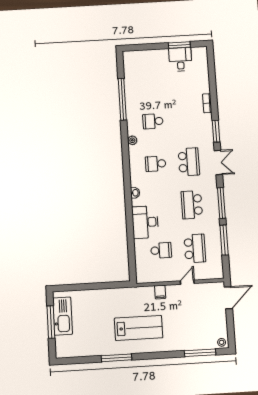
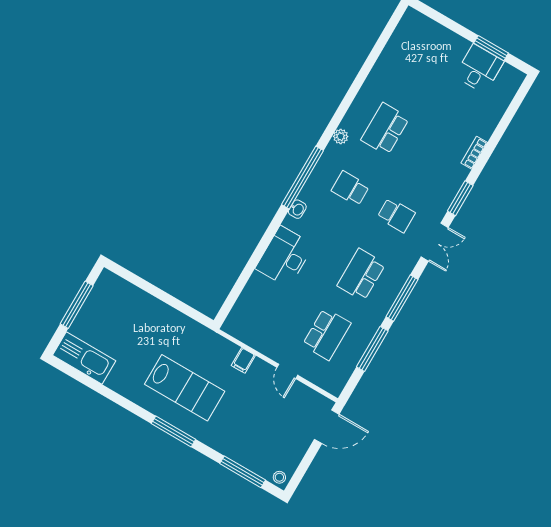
window: (122, 99) -> (302, 178), moved
school desk: (153, 121) -> (385, 129), width x1.85
school desk: (189, 162) -> (396, 215), width x0.54
school desk: (161, 250) -> (281, 307), removed
door: (187, 282) -> (287, 371), swing flipped
kitchen sink: (63, 316) -> (84, 358), moved, turned -90
window: (116, 358) -> (173, 431), moved

